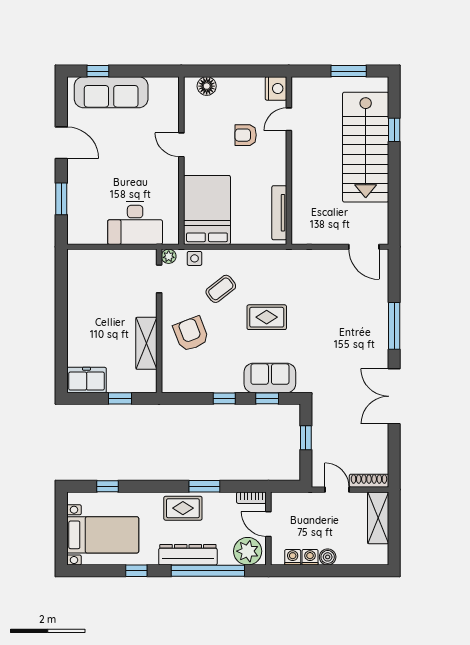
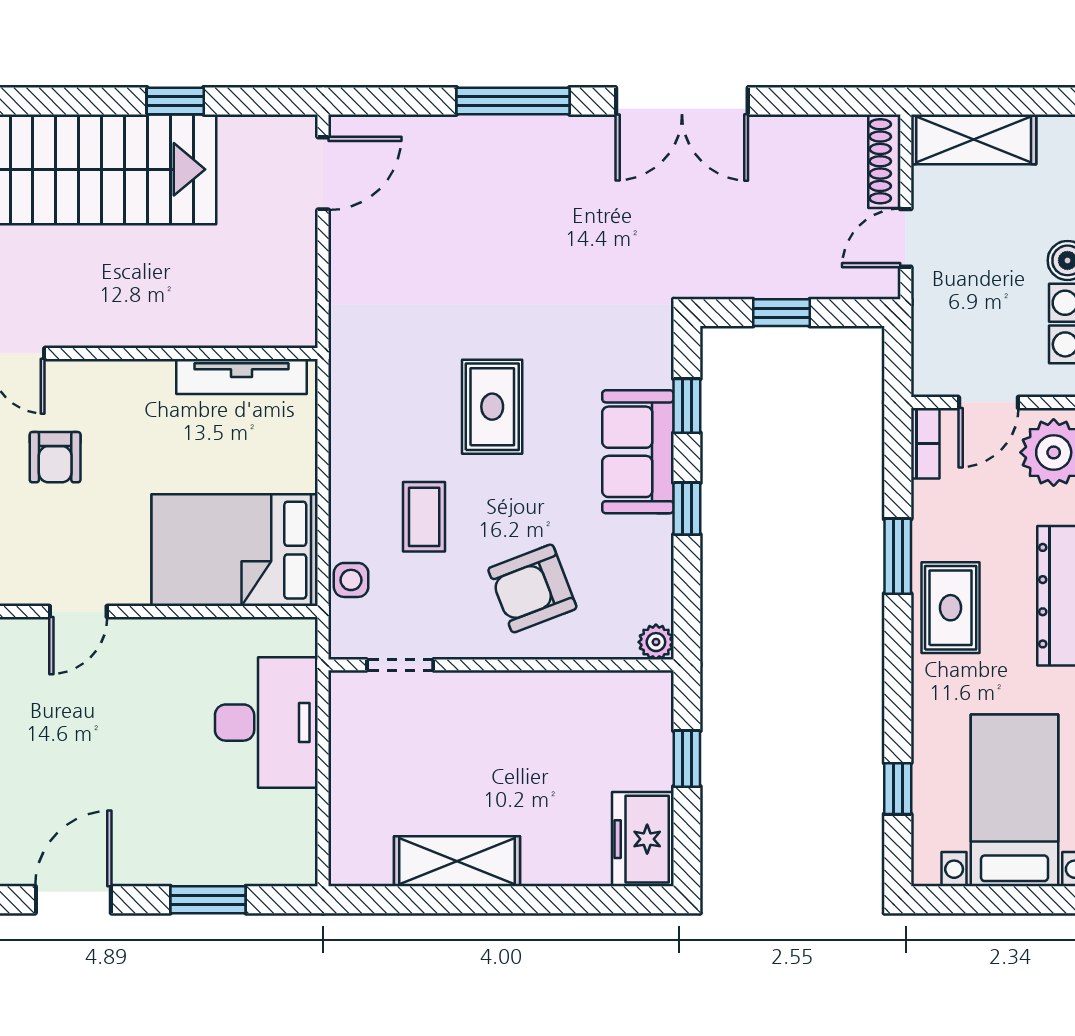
window: (394, 130) -> (175, 101), moved
plant: (169, 256) -> (656, 642), moved
coffee table: (221, 289) -> (424, 517), turned 38
shelving: (146, 343) -> (457, 861), moved
sofa: (270, 378) -> (638, 452), moved

